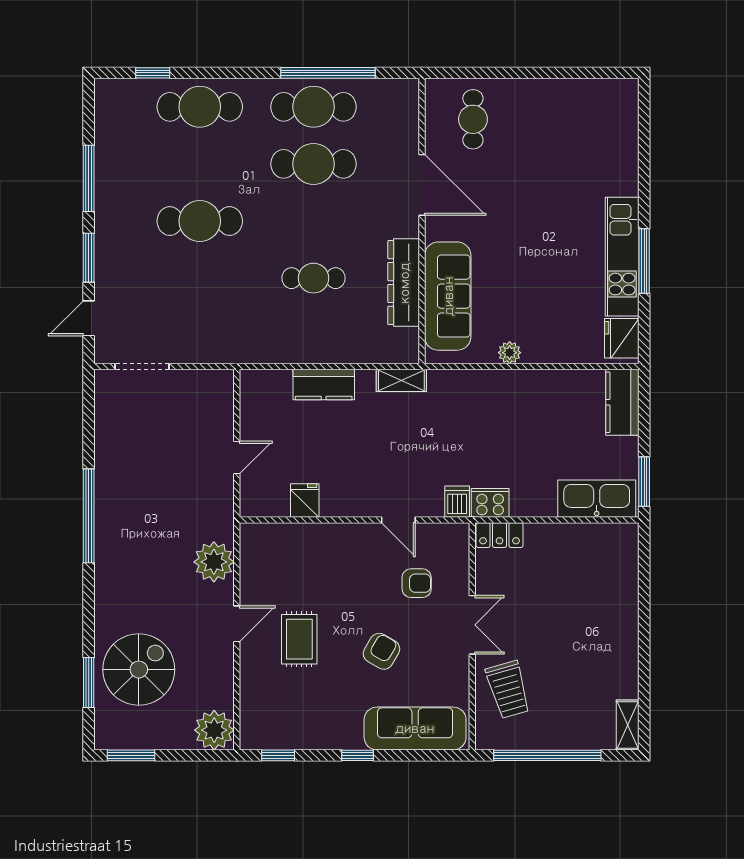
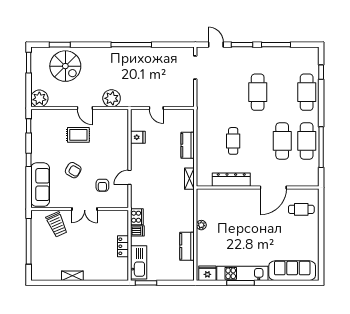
sofa: (448, 296) -> (292, 271), moved, turned 180
kitchen counter: (622, 402) -> (187, 246), moved, turned -90
dishwasher: (457, 502) -> (137, 231), moved
locker: (500, 535) -> (123, 246), moved
trolley: (508, 690) -> (57, 224), turned -98
shelving: (628, 725) -> (72, 276), moved

